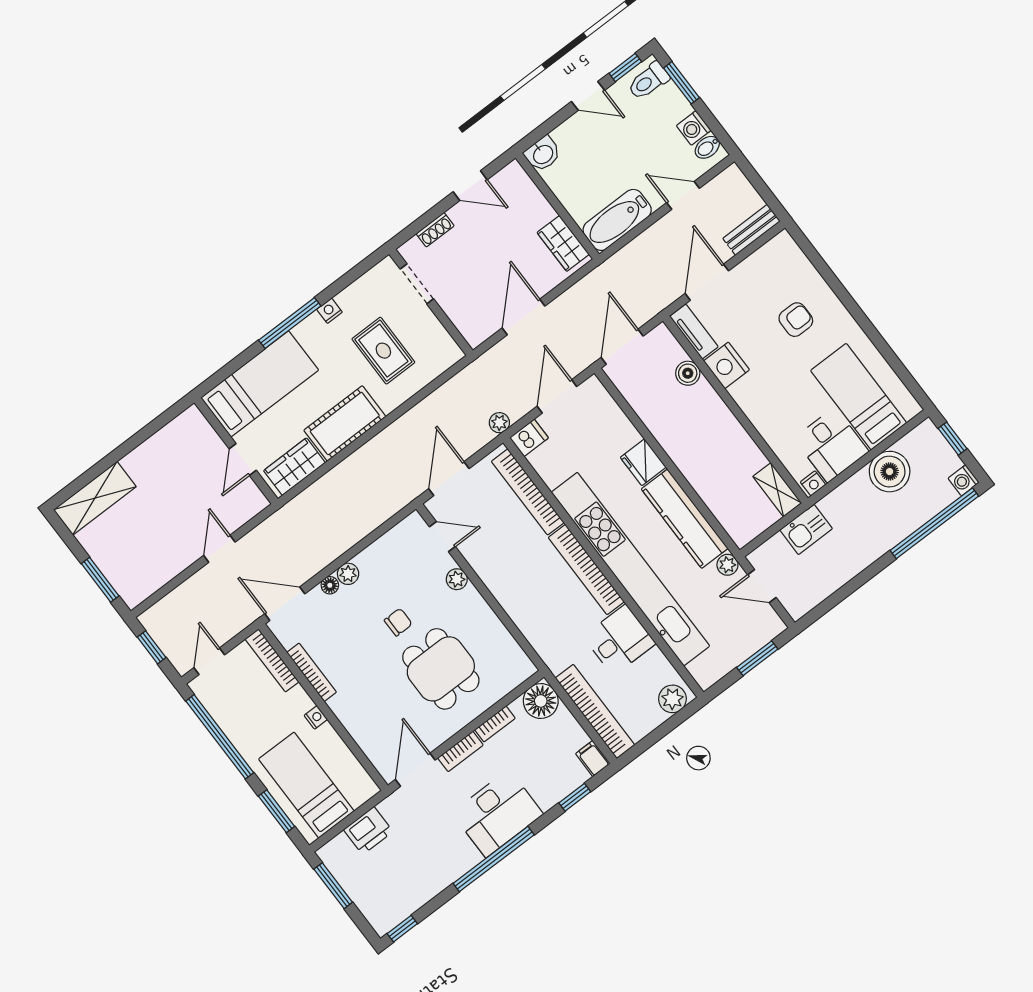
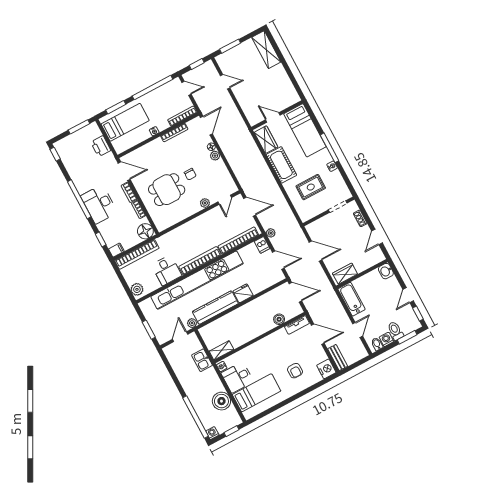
toilet: (648, 81) -> (395, 331), moved
nightstand: (727, 365) -> (326, 369), moved, turned 90
door: (219, 549) -> (225, 82), moved

